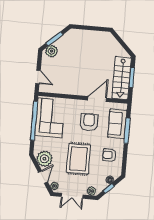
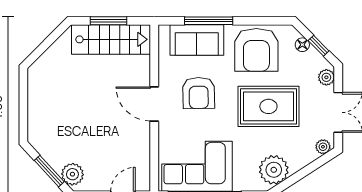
door: (97, 99) -> (154, 104), moved
armchair: (89, 122) -> (199, 93), turned -91
armchair: (109, 155) -> (256, 50), width x1.88, depth x1.88
door: (43, 177) -> (308, 169), removed

